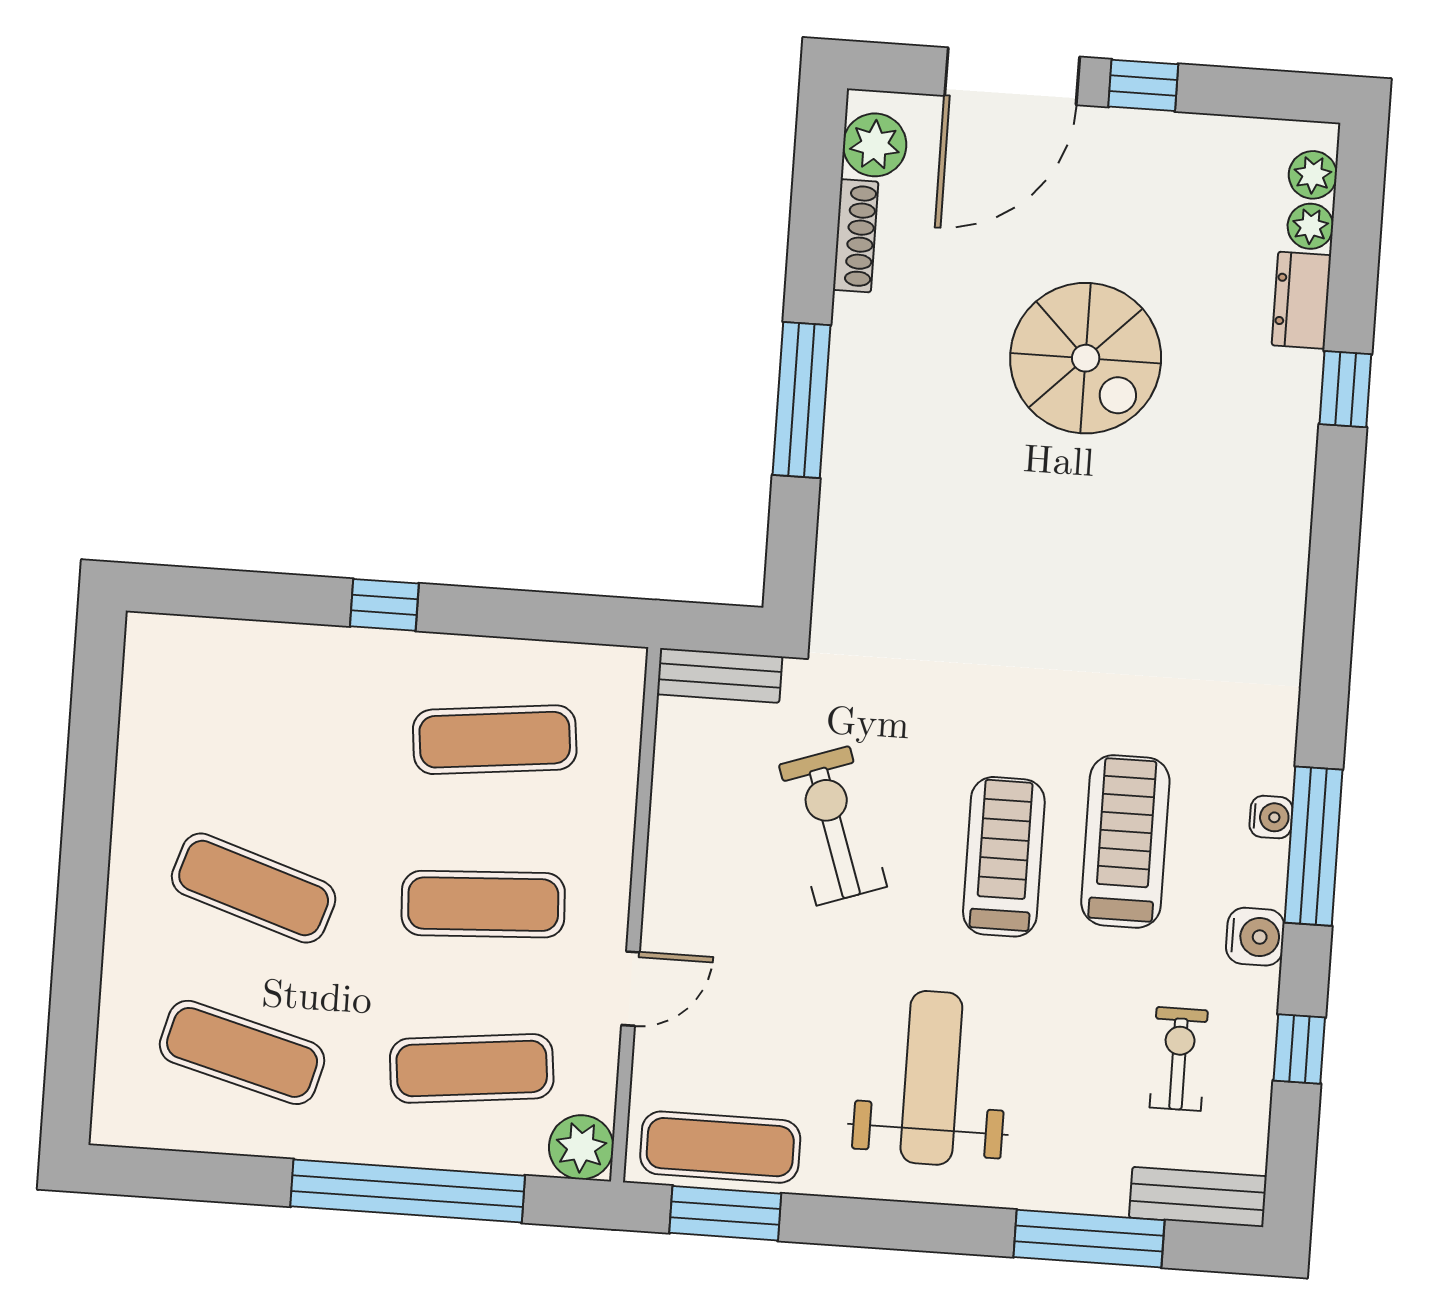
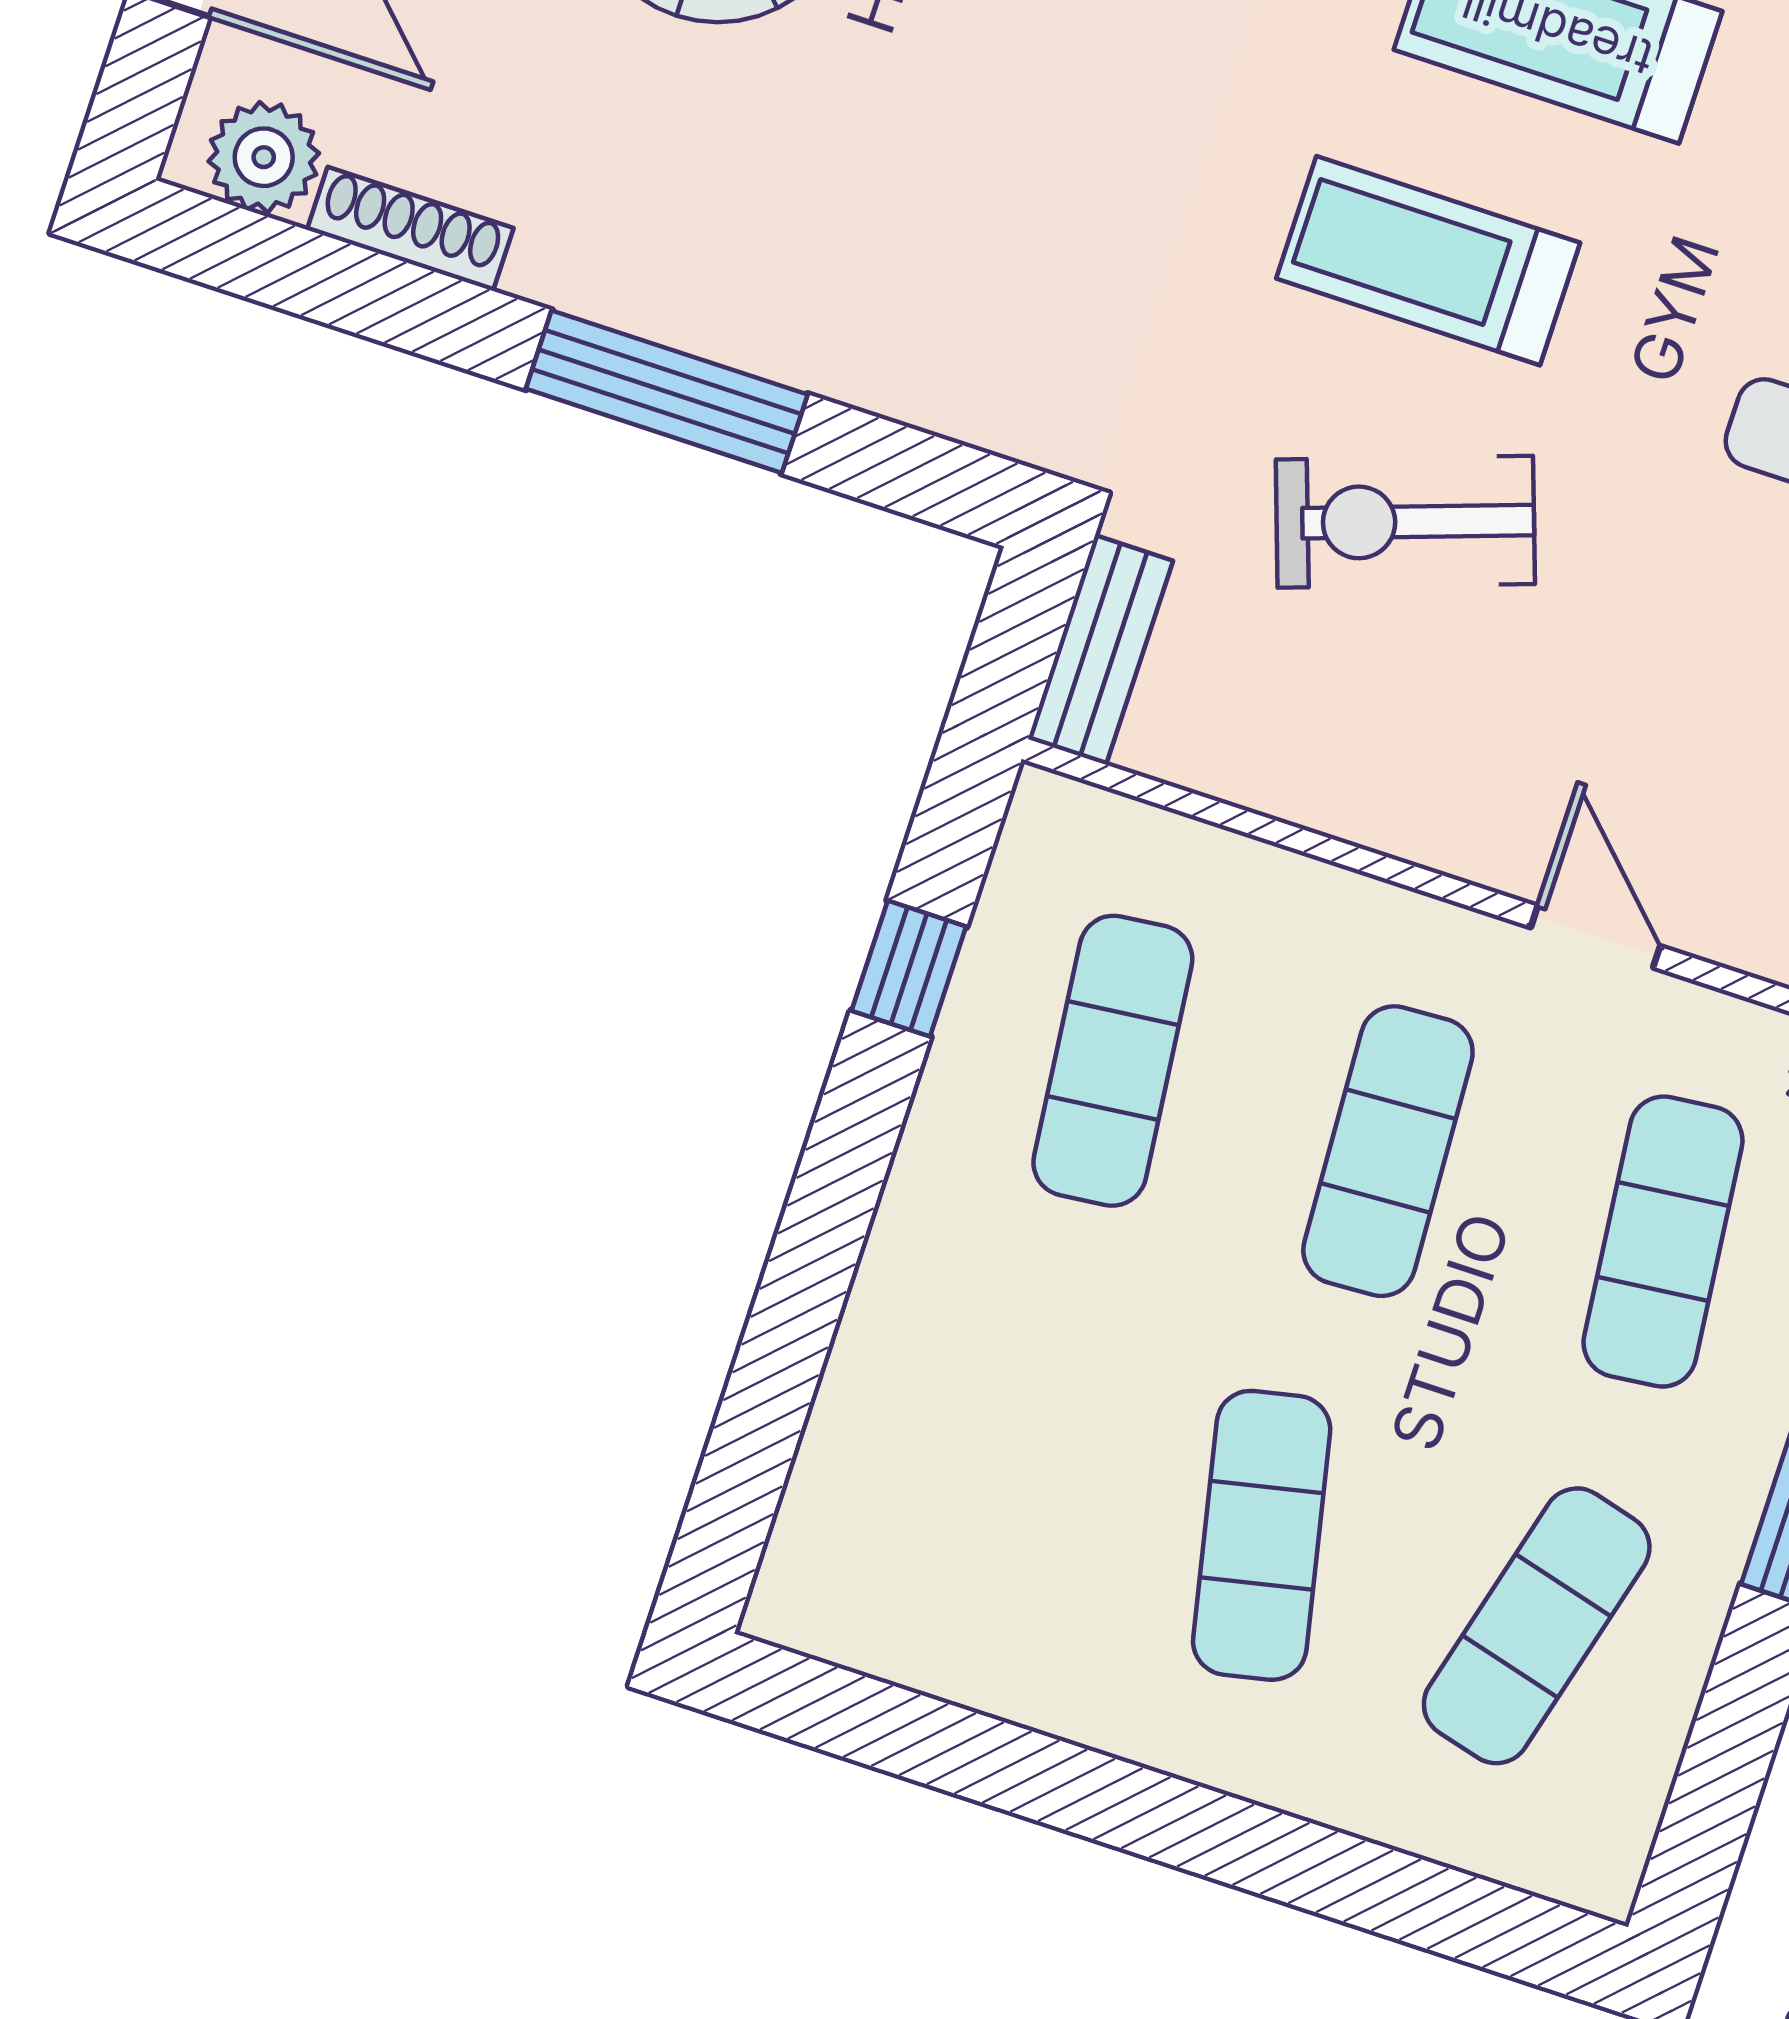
window: (384, 605) -> (909, 969), moved
treadmill: (1004, 857) -> (1428, 261), moved
exercise mat: (254, 888) -> (1262, 1535), turned -30

